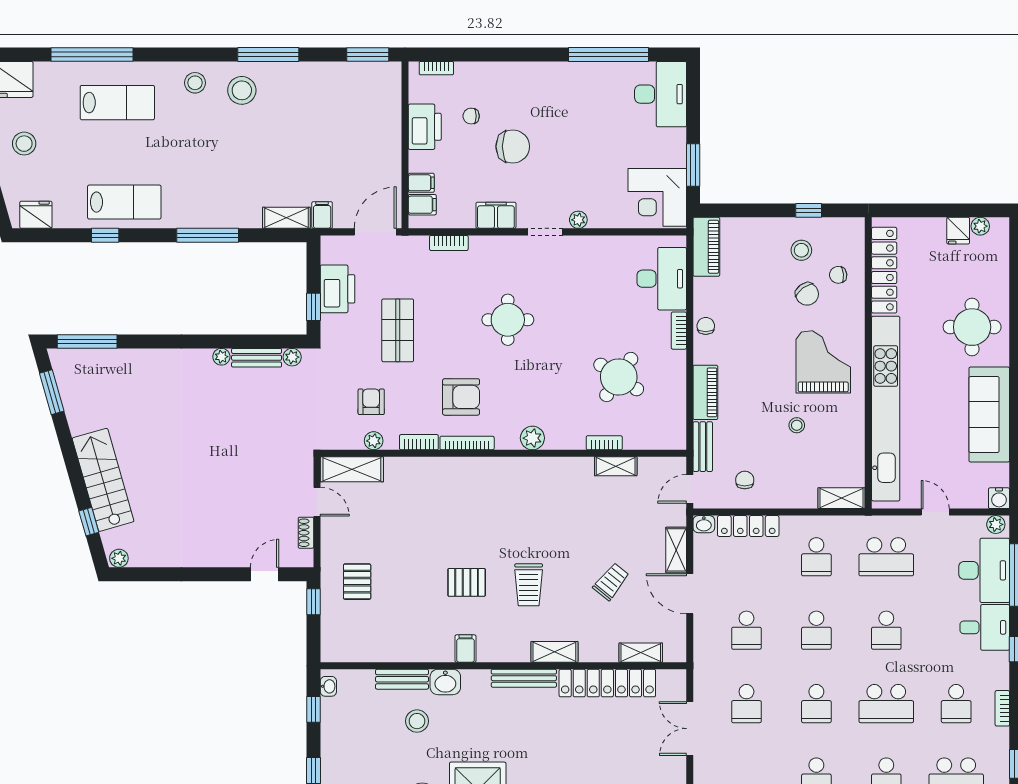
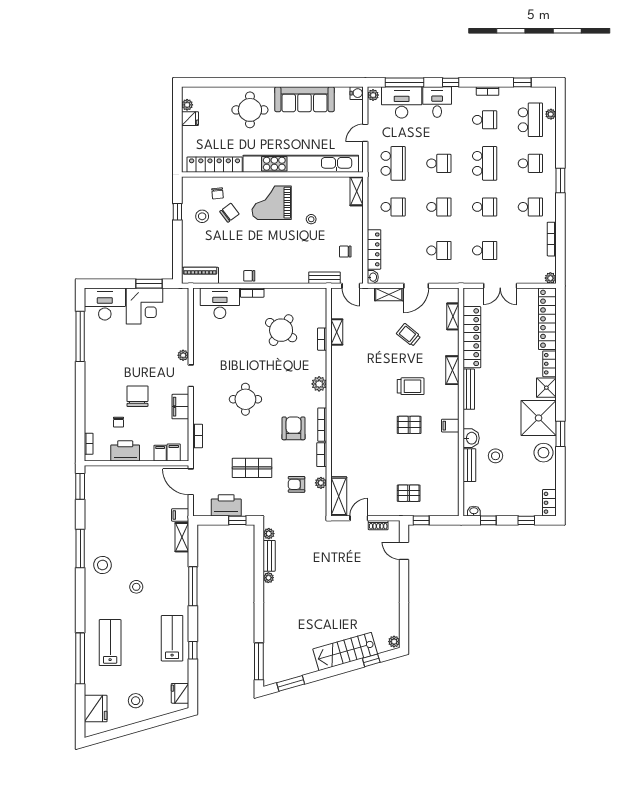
stool: (195, 83) -> (136, 587), moved
corner desk: (657, 197) -> (145, 306), moved
piano: (705, 392) -> (291, 276), removed
pallet: (467, 582) -> (409, 425), turned 90

